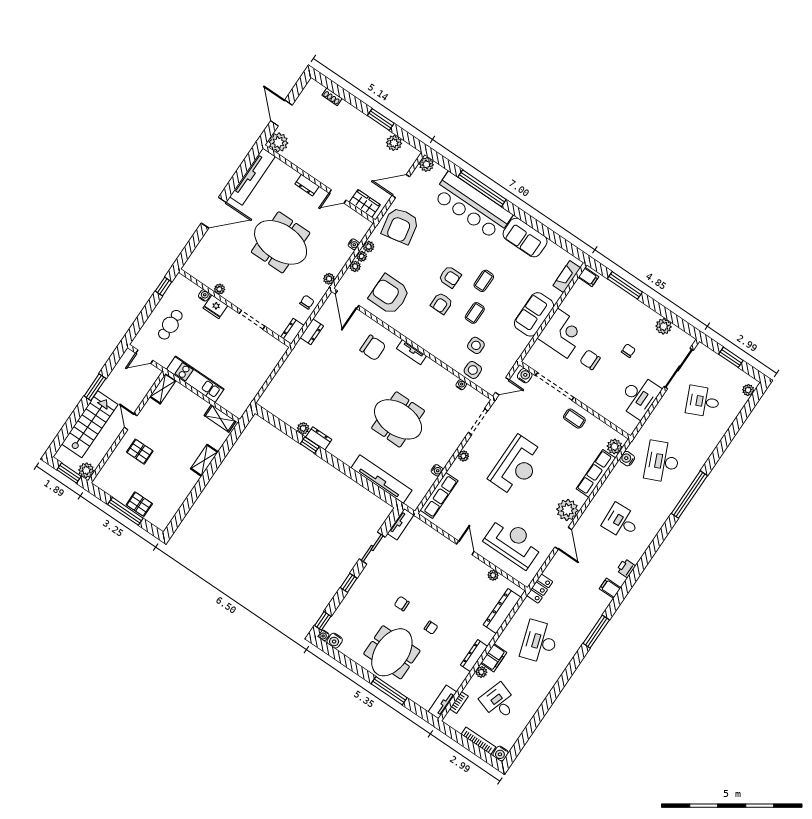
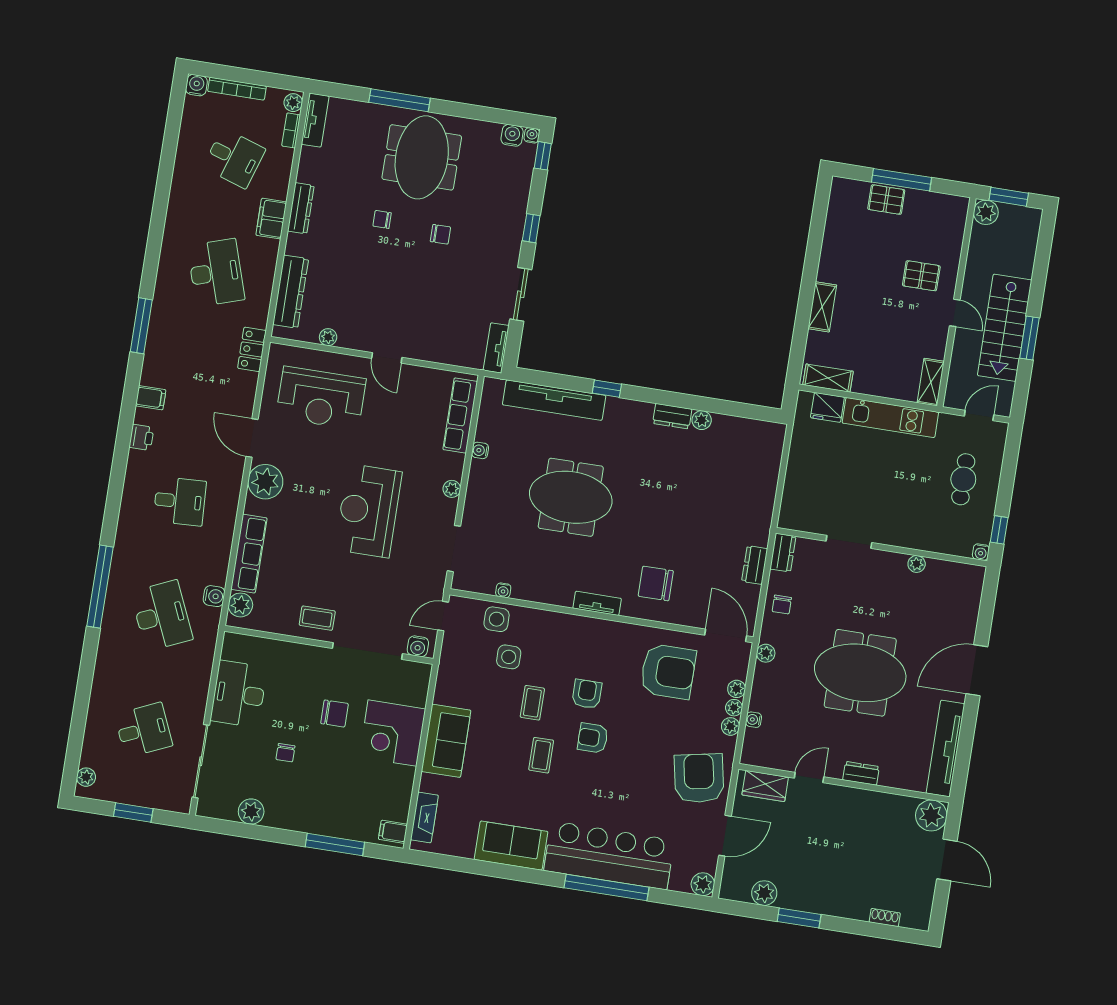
water cooler: (204, 295) -> (981, 552), moved
fridge: (215, 307) -> (827, 407), moved, turned 180
stairs: (90, 424) -> (1005, 328), moved
window: (310, 445) -> (607, 389), moved
plant: (481, 672) -> (293, 103), moved

